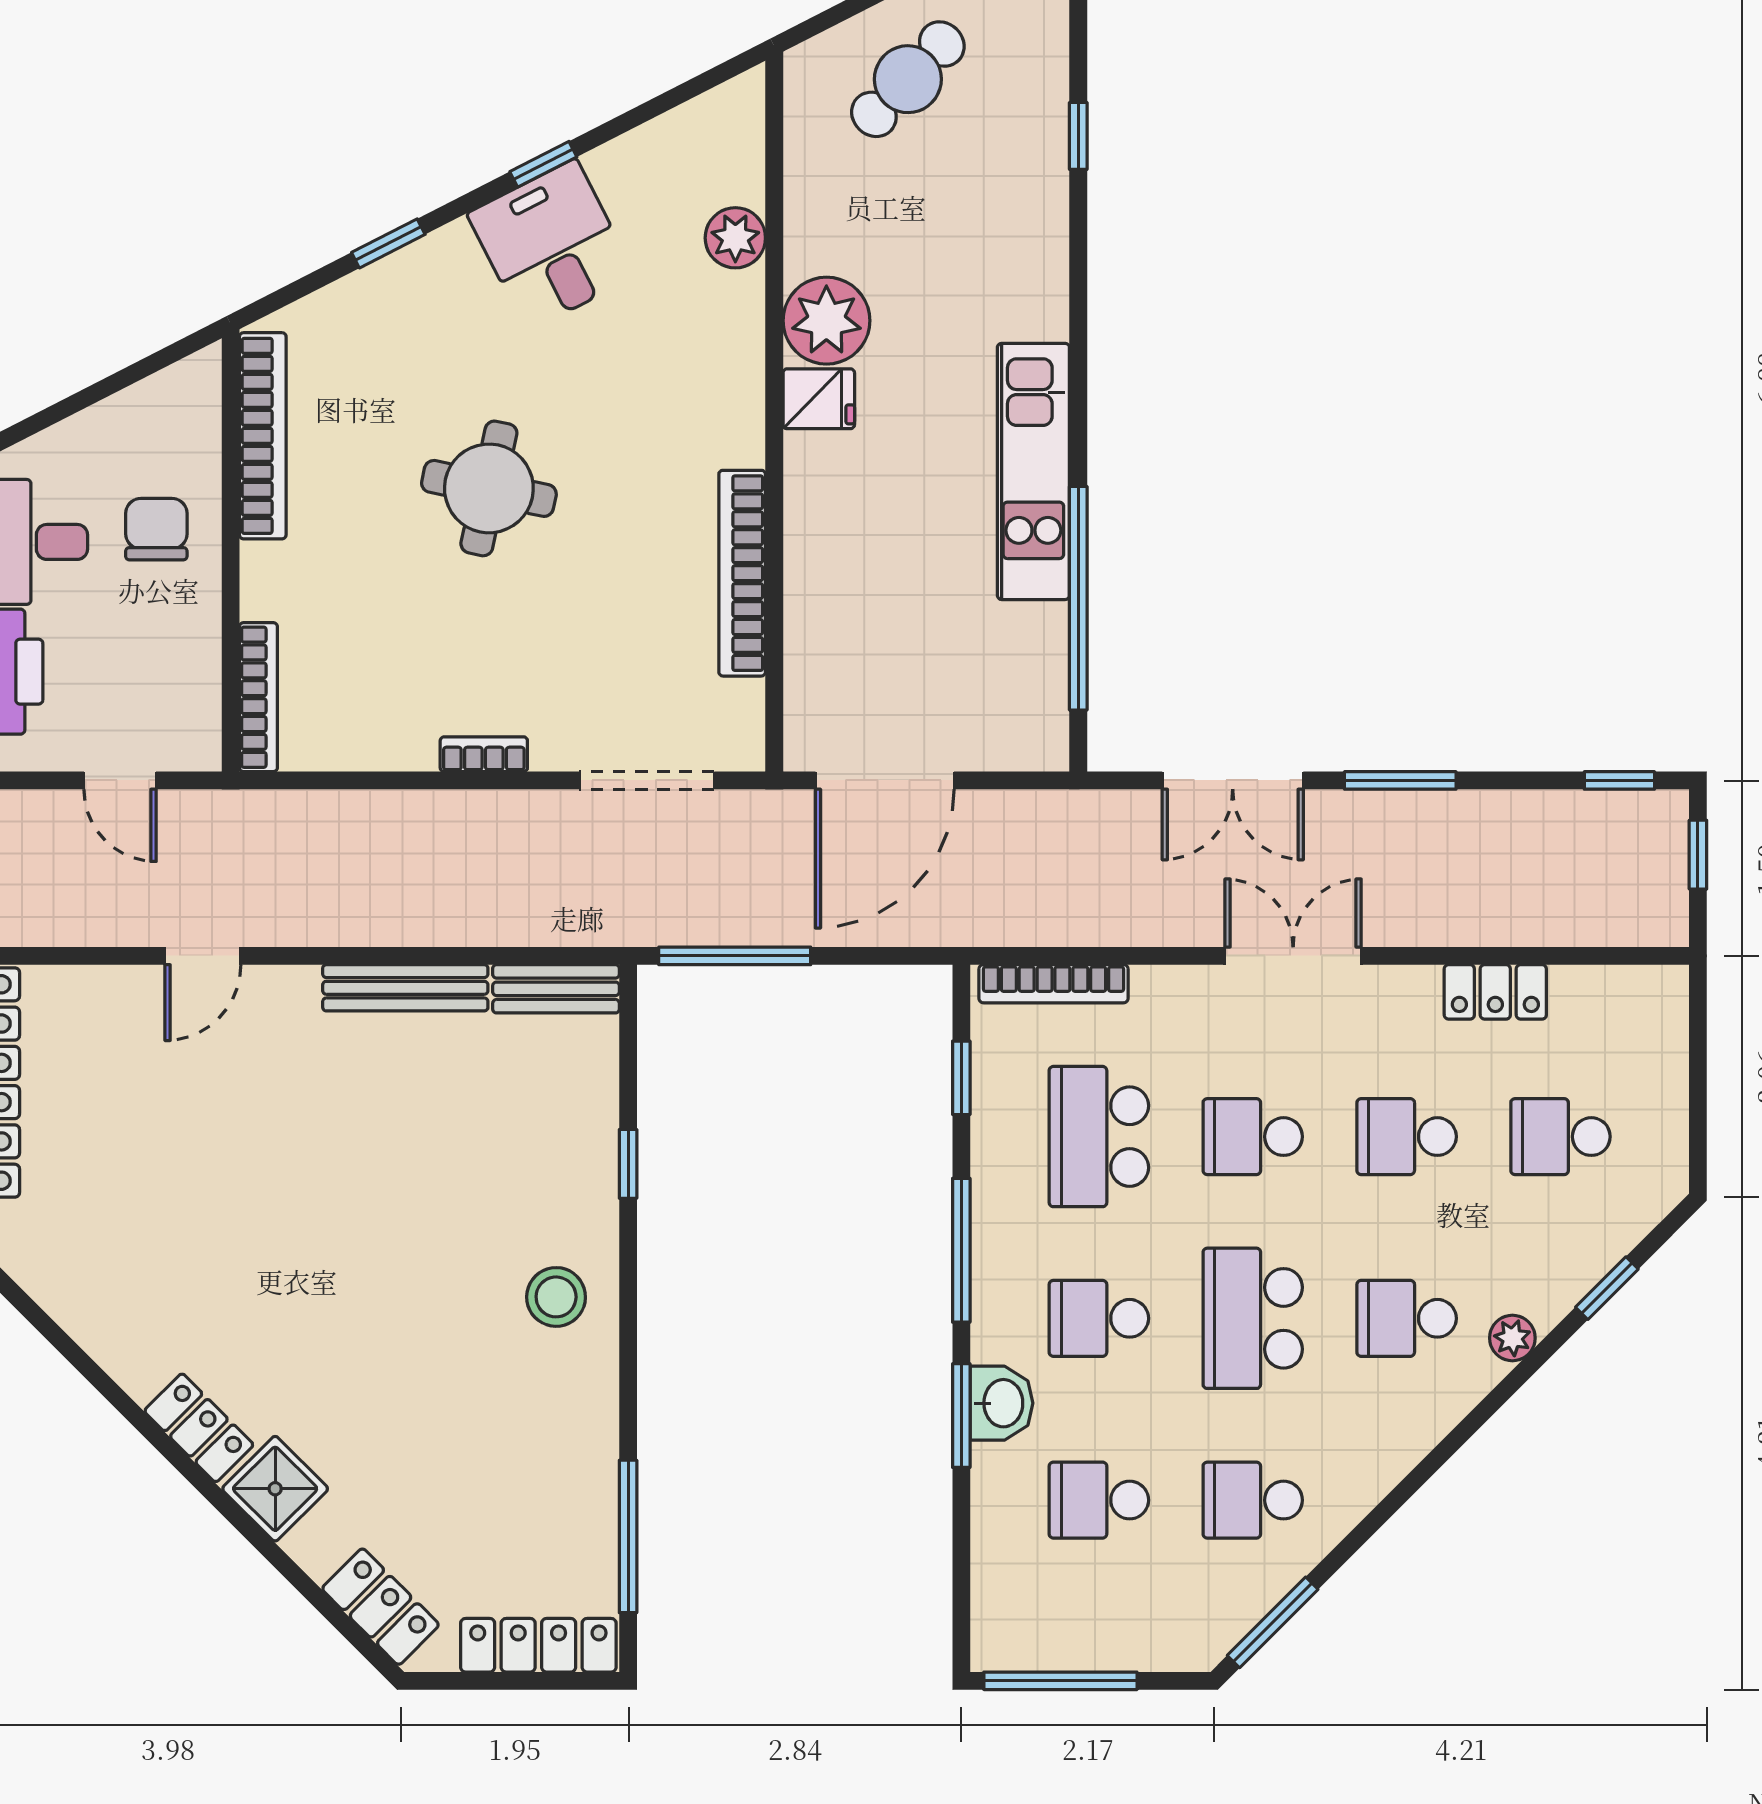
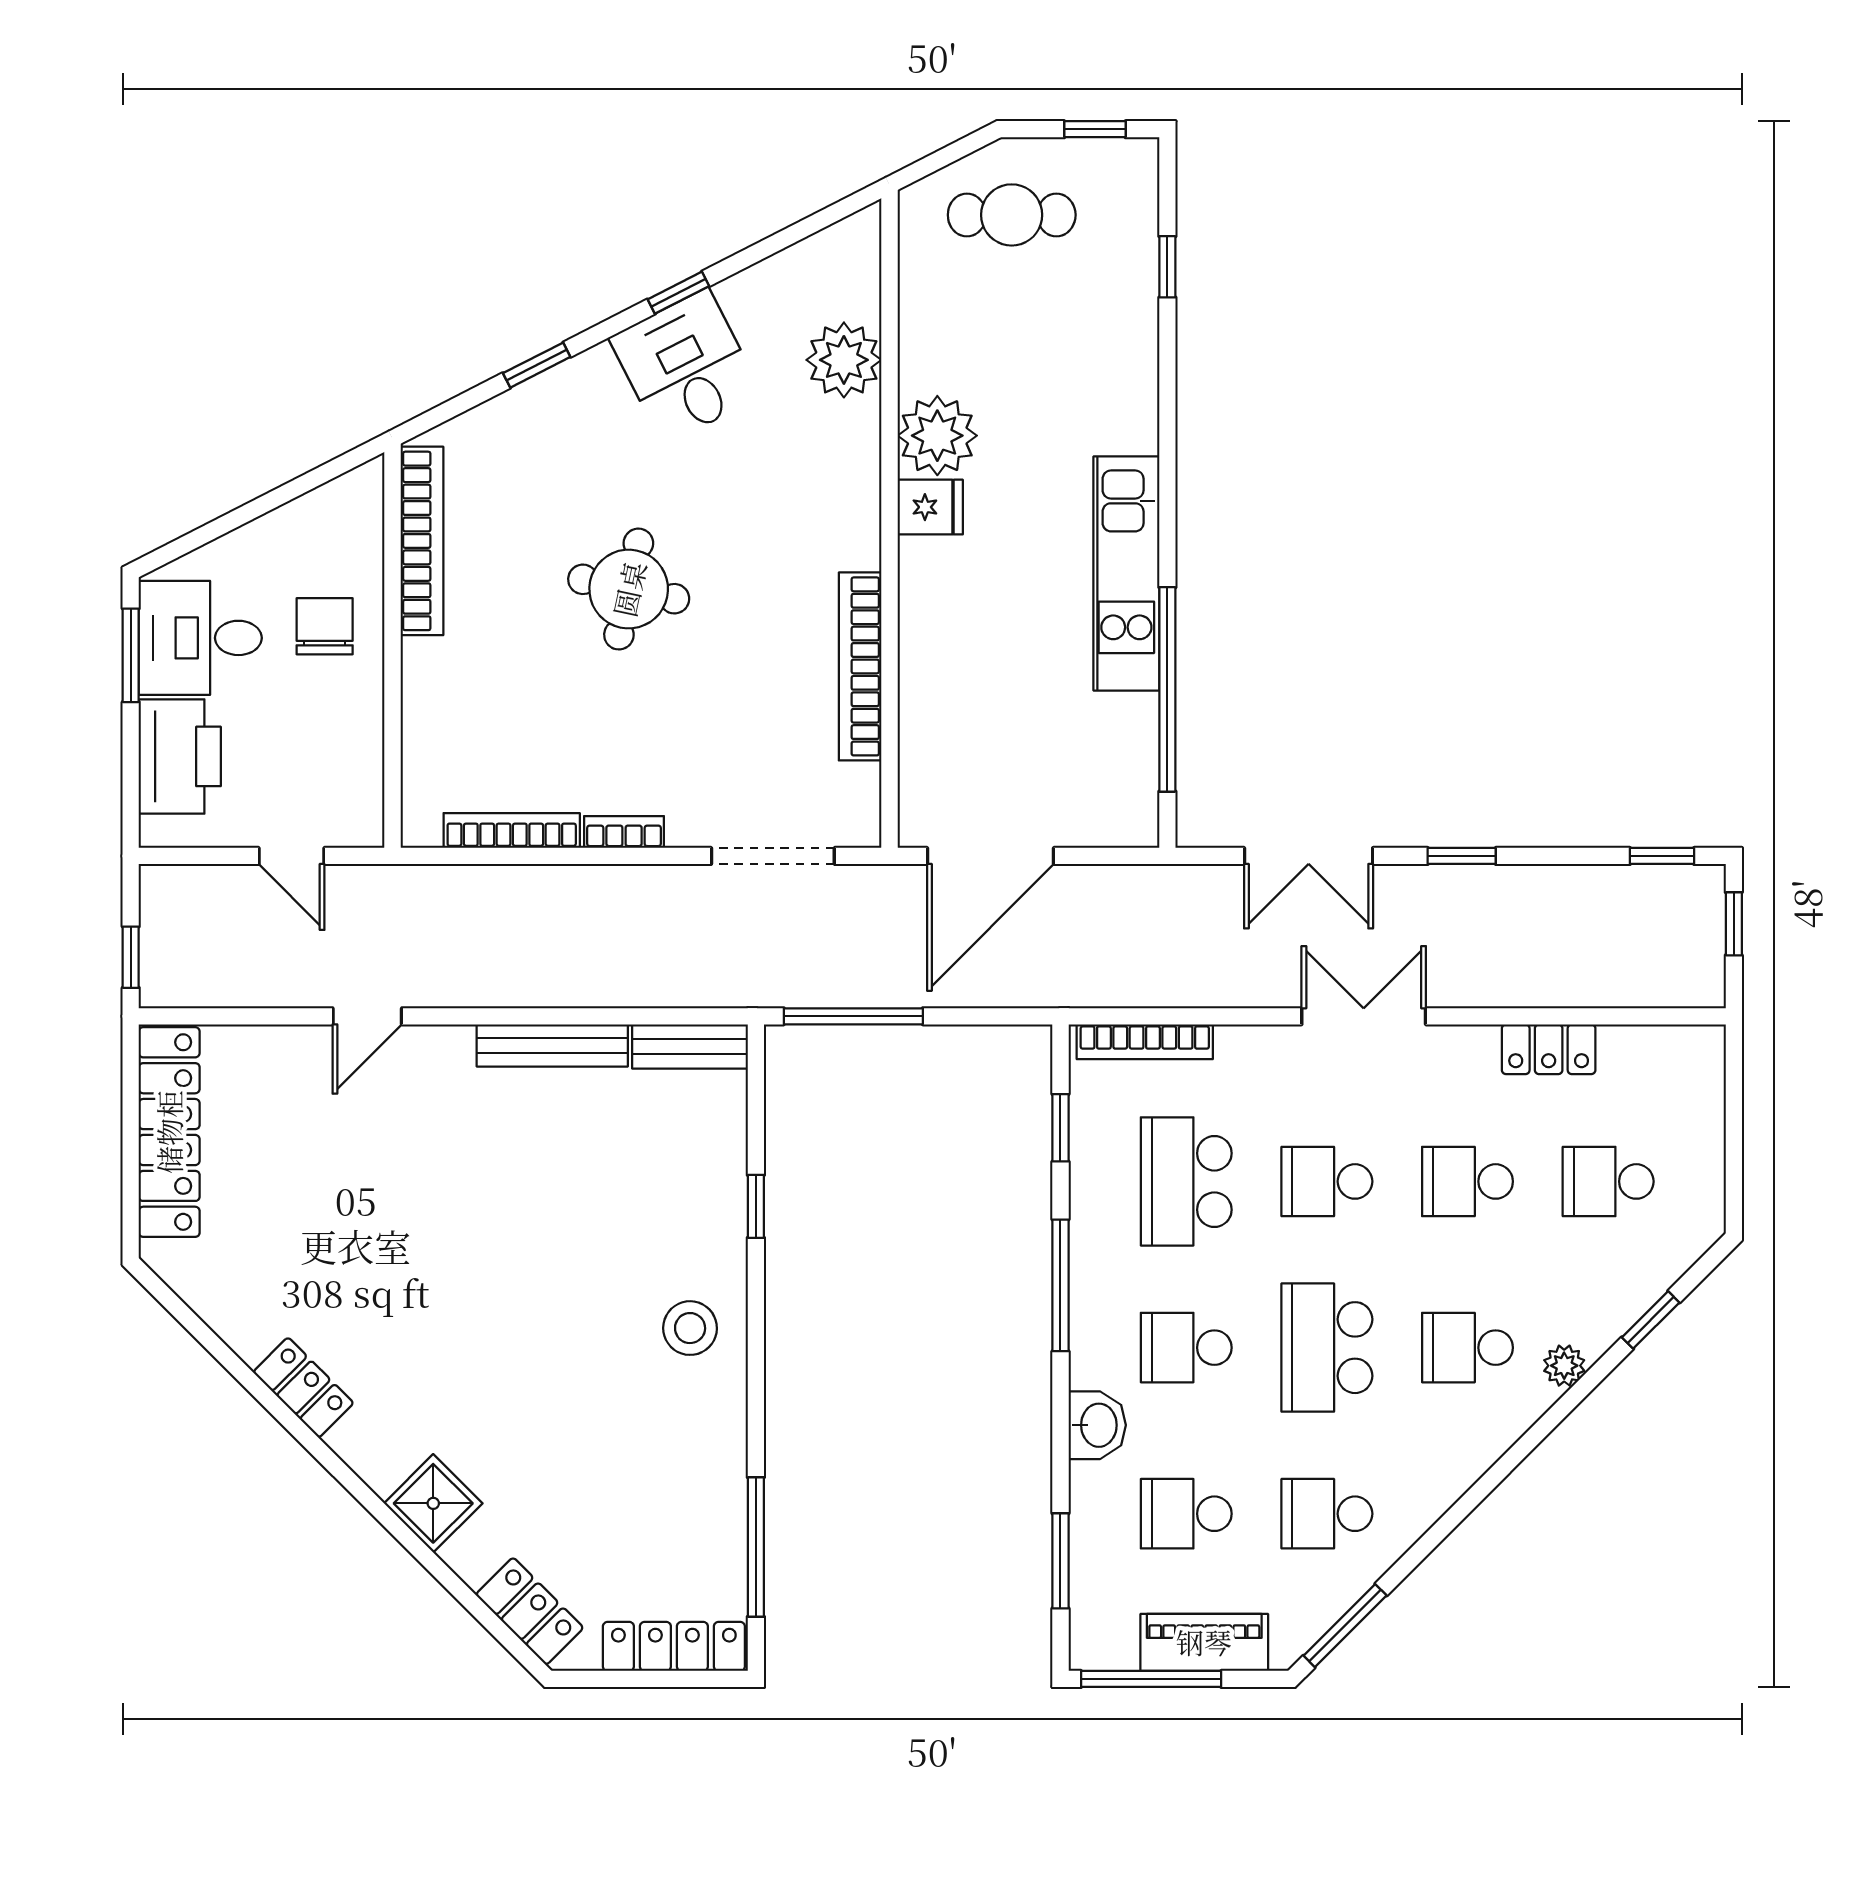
cafe table: (908, 79) -> (1012, 215), turned 46
plant: (735, 238) -> (844, 360), width x1.36, depth x1.36
bookcase: (258, 697) -> (512, 831), moved, turned -90
window: (1400, 780) -> (1462, 856), width x0.67
window: (961, 1416) -> (1060, 1561), moved
locker: (199, 1428) -> (303, 1388), moved
piano: (1119, 1641) -> (1204, 1642), added

